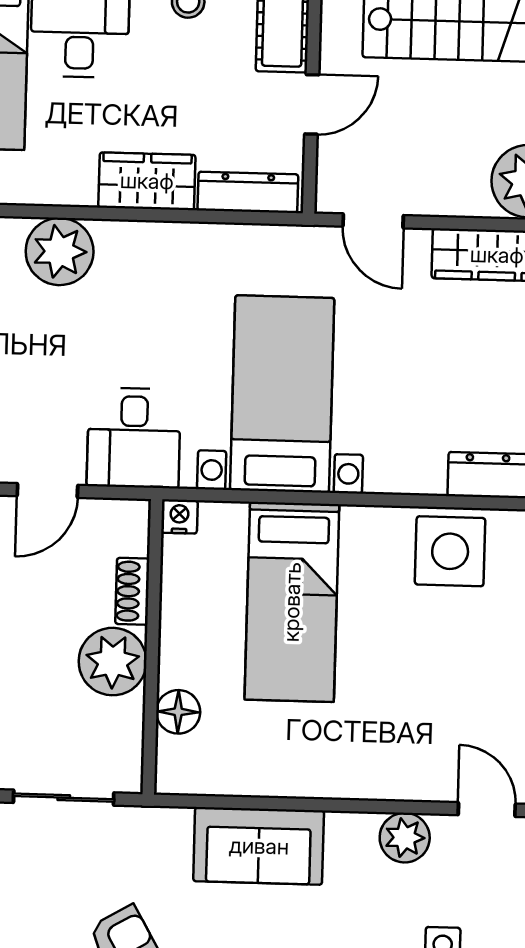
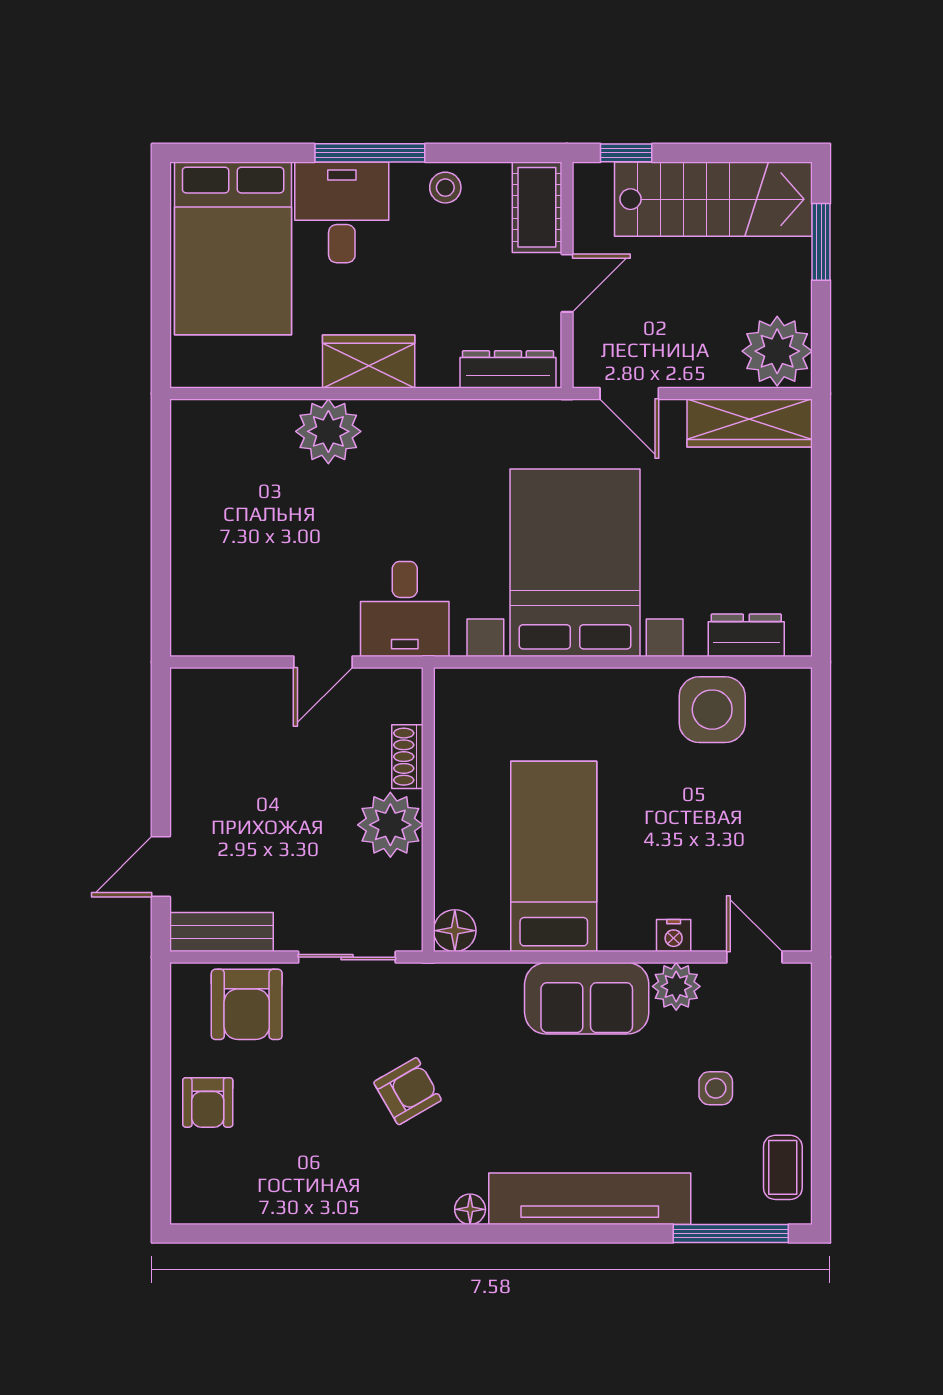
wardrobe: (147, 181) -> (369, 362), moved
bed with nightstands: (282, 394) -> (575, 563), width x1.36
nightstand: (179, 517) -> (674, 936), moved, turned 180
bed: (292, 602) -> (554, 856), moved, turned 180
floor lamp: (178, 712) -> (455, 931), moved
sofa: (259, 846) -> (587, 998), moved

